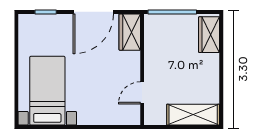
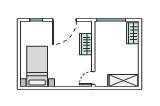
wardrobe: (130, 32) -> (86, 44), moved
door: (142, 93) -> (93, 78), moved

